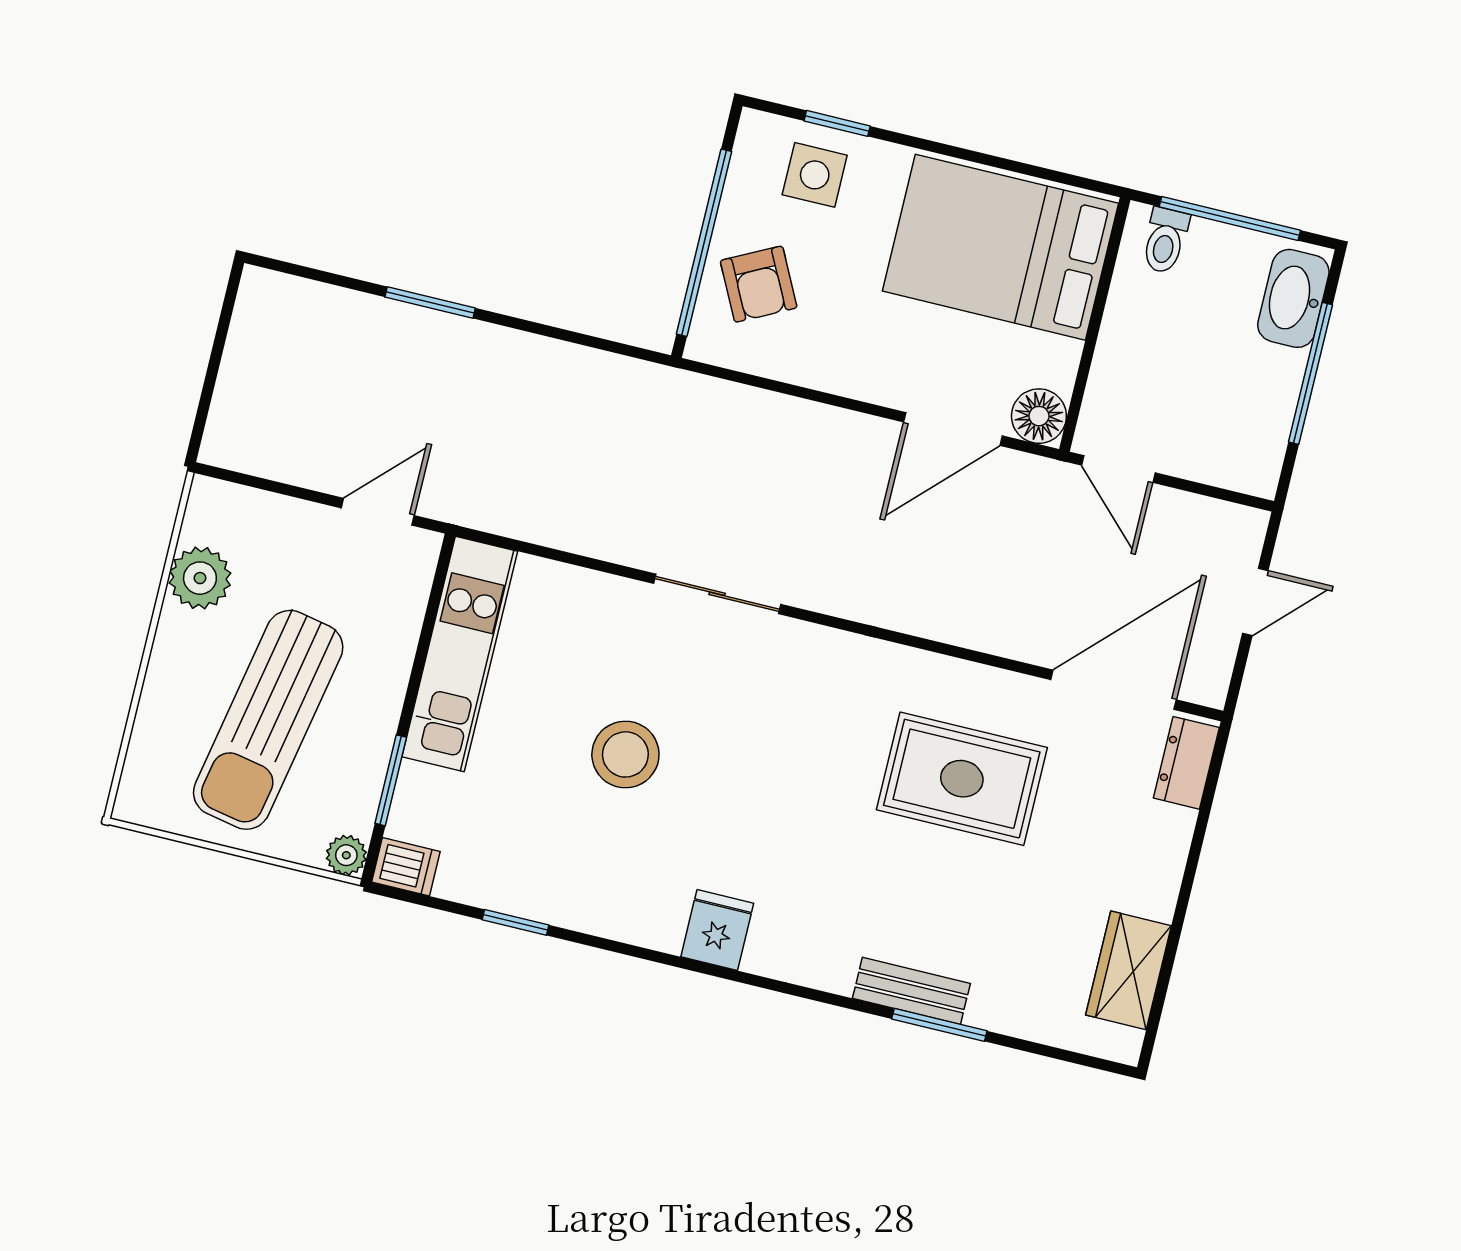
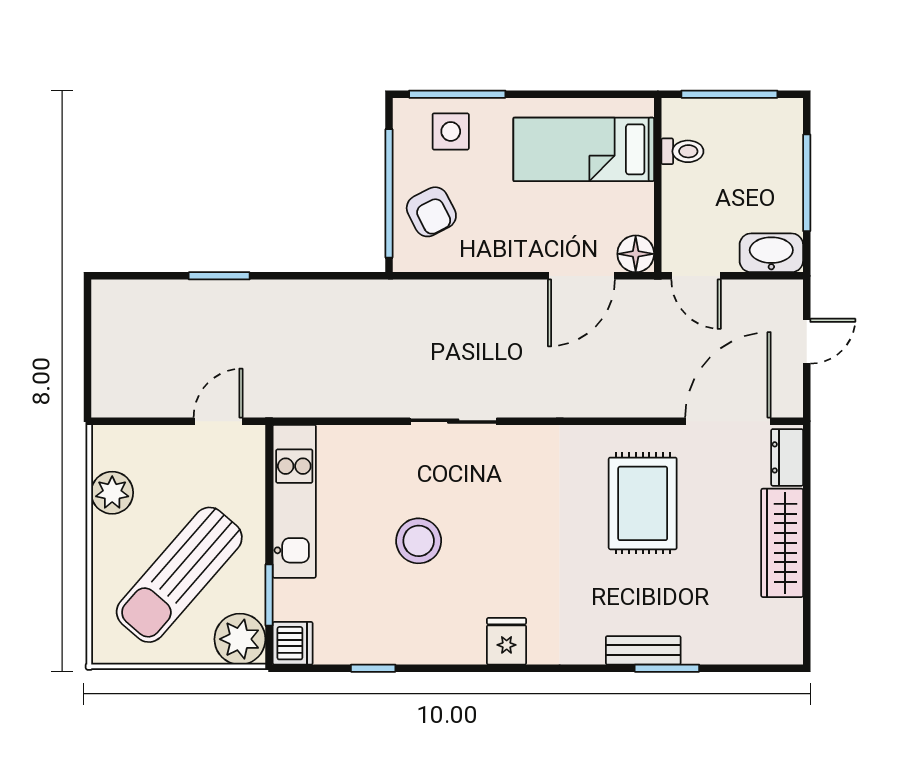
window: (837, 123) -> (457, 94), width x2.17
toilet: (1165, 241) -> (682, 151), moved, turned -90
bed: (1000, 247) -> (584, 149), width x0.67
washbasin: (1293, 298) -> (771, 253), moved, turned 90
sun lounger: (268, 720) -> (179, 575), turned 30
rug: (962, 779) -> (643, 503), turned 90
plant: (346, 855) -> (240, 639), width x1.88, depth x1.88
dishwasher: (406, 867) -> (293, 643), width x1.38
wardrobe: (1129, 970) -> (782, 543), moved, width x1.50

